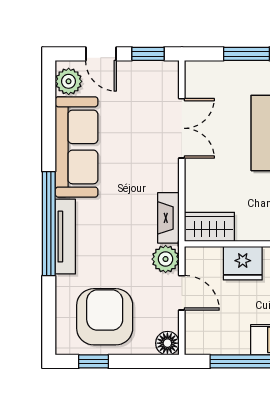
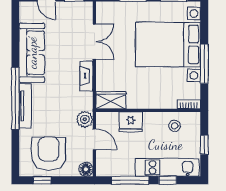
plant: (69, 81) -> (27, 14), removed
fireplace: (168, 218) -> (87, 76), moved

